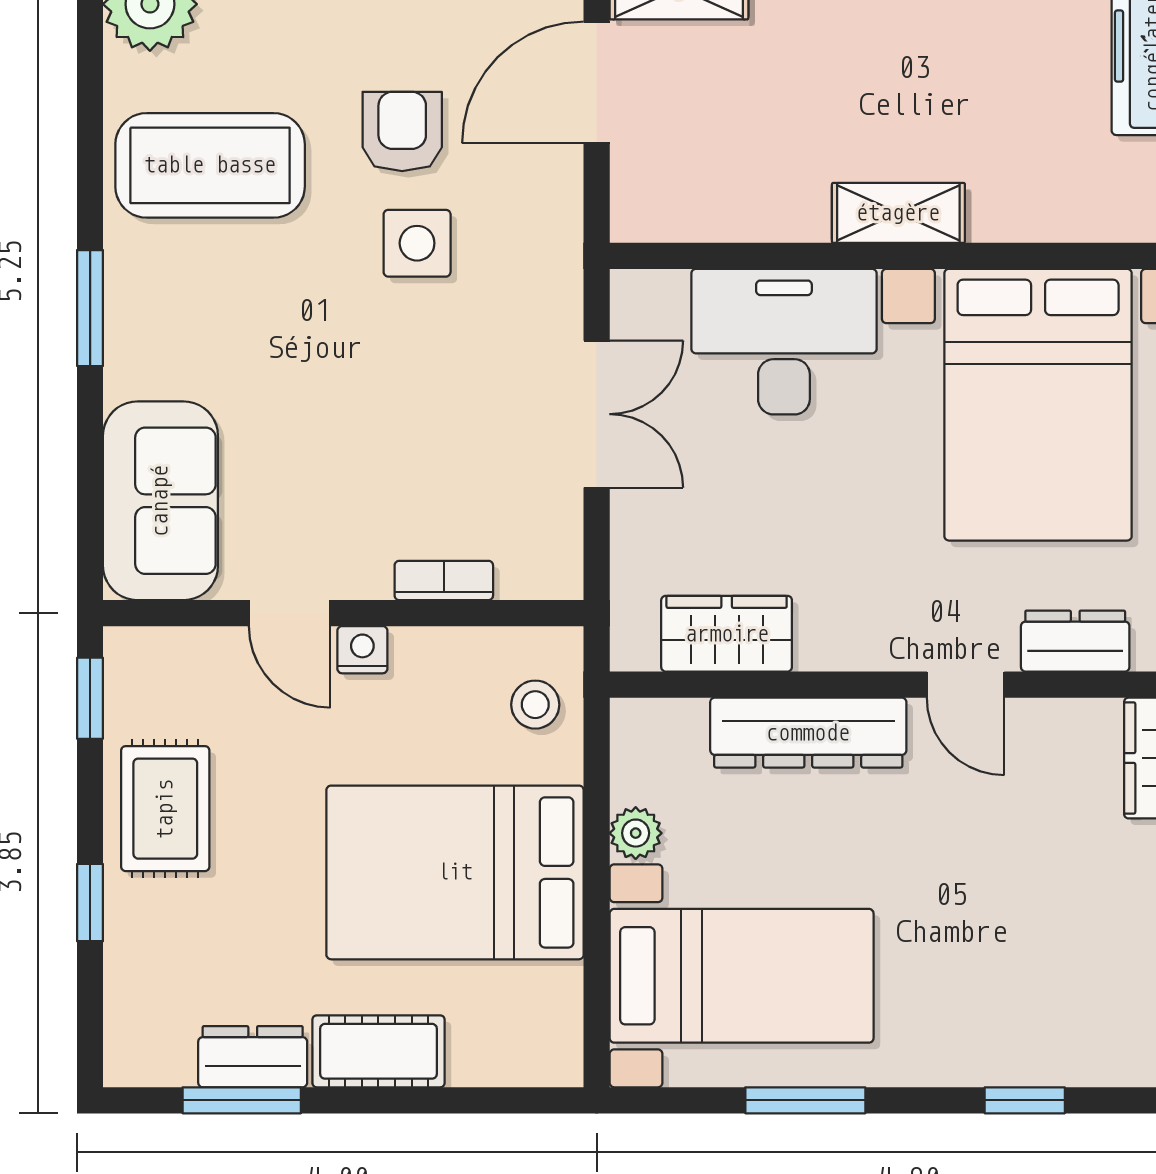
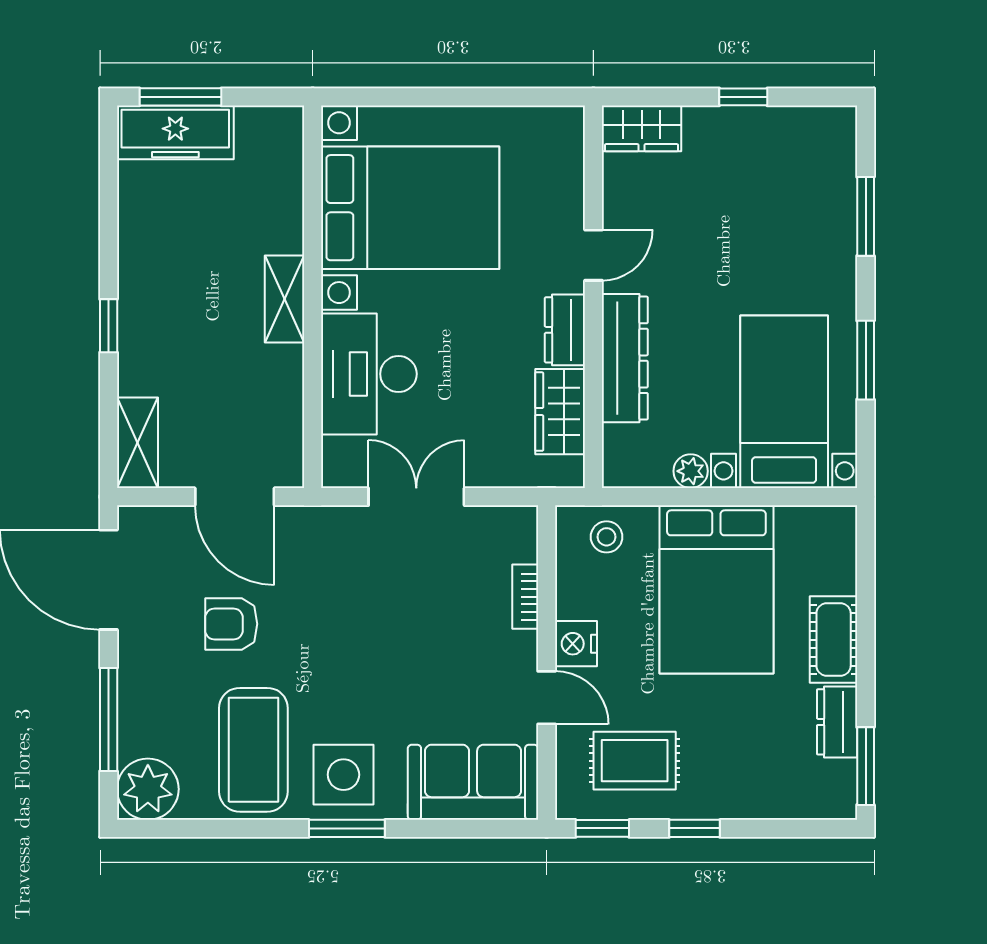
door: (597, 82) -> (235, 497), moved
side table: (417, 243) -> (343, 775), moved, width x1.37, depth x1.37
door: (290, 613) -> (547, 698), hinge flipped
dresser: (1075, 641) -> (565, 330), moved
nightstand: (362, 650) -> (576, 644), width x1.39, depth x1.35
rug: (165, 809) -> (635, 761), moved
window: (90, 903) -> (695, 828), moved
window: (242, 1100) -> (866, 766), moved
window: (1025, 1100) -> (866, 216), width x1.50

